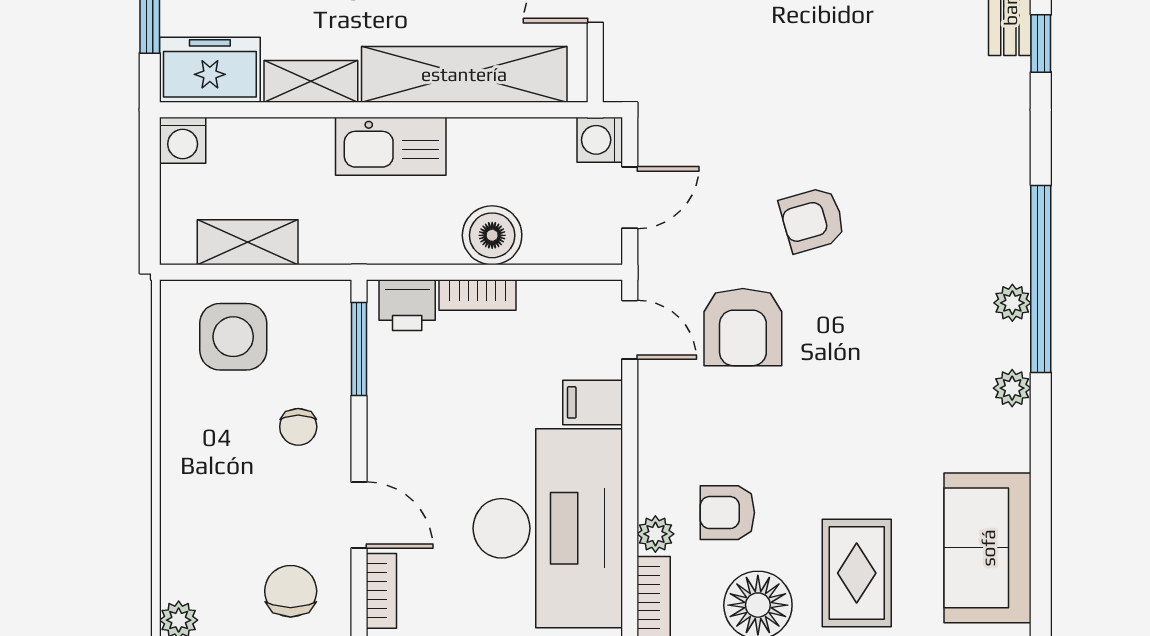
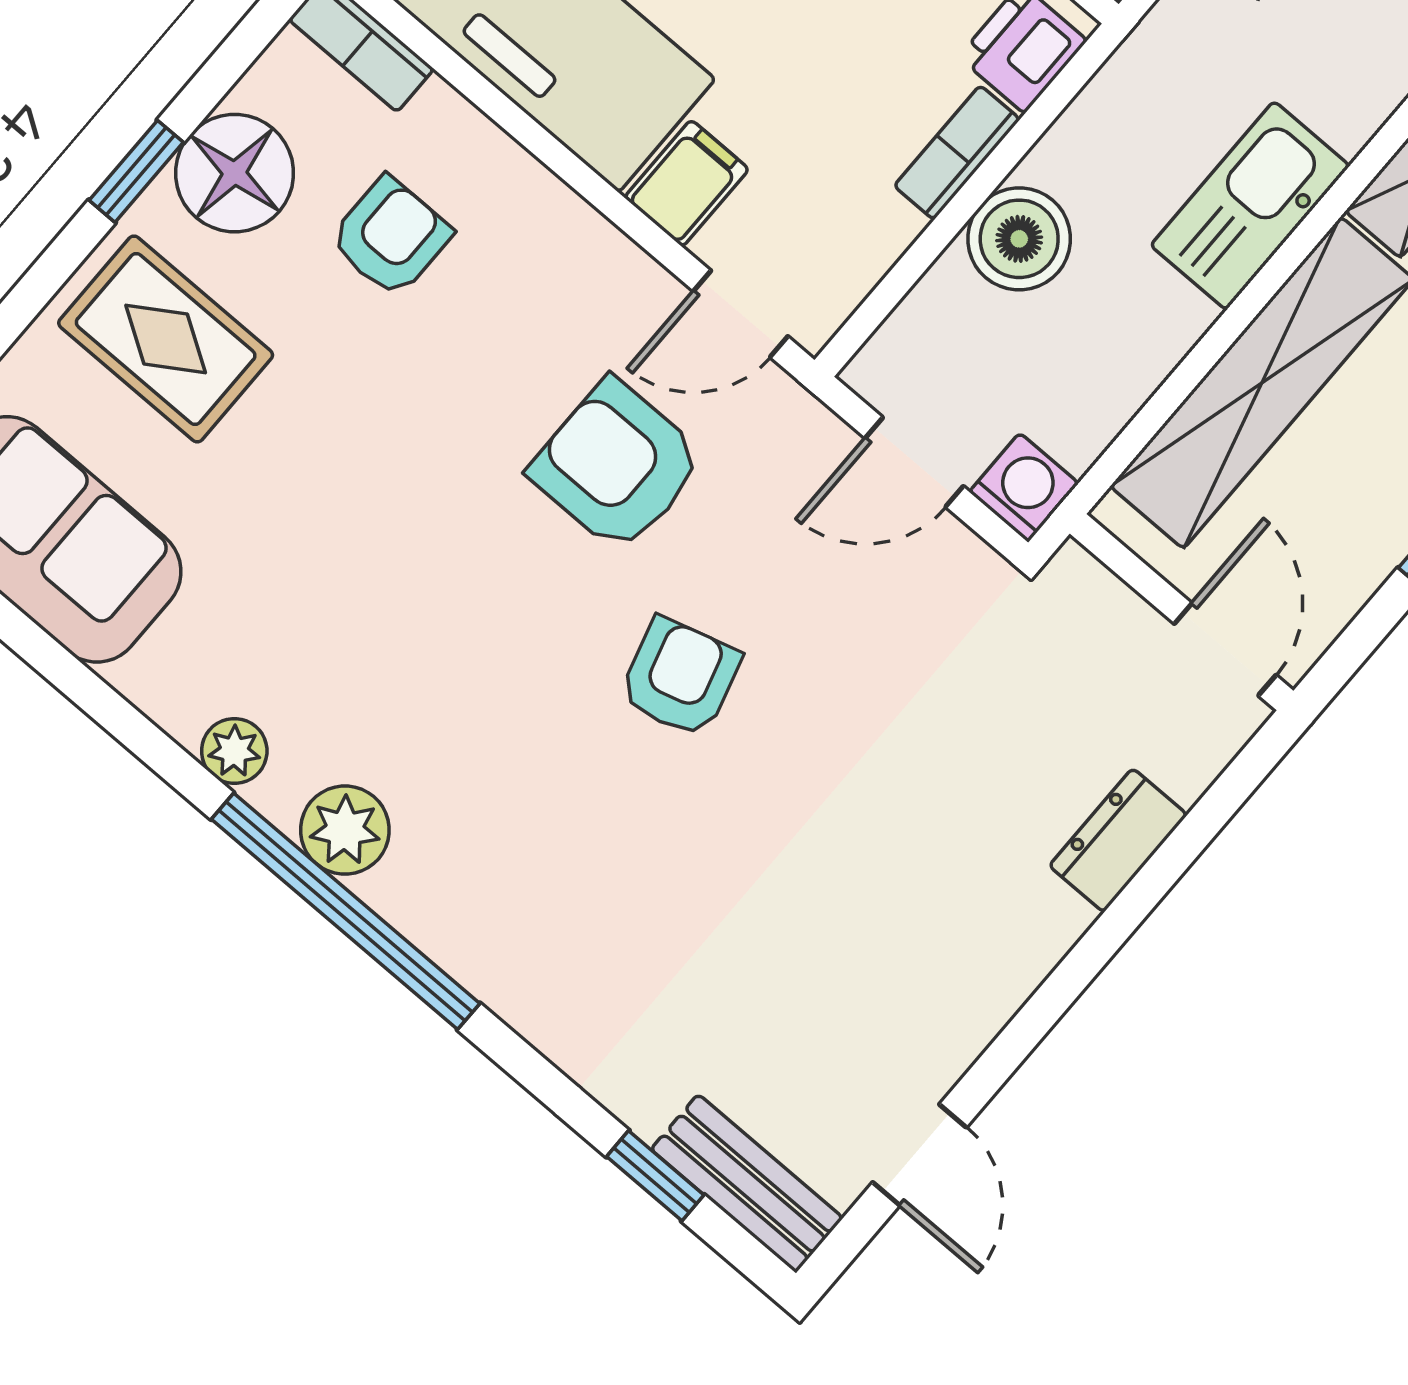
door: (630, 198) -> (914, 462), hinge flipped
plant: (1012, 303) -> (345, 830), width x1.38, depth x1.38
plant: (655, 534) -> (443, 118), removed

